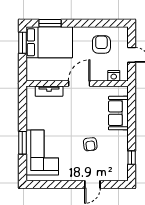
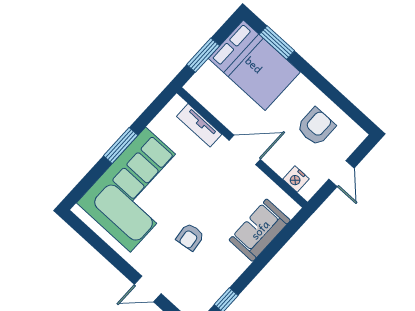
window: (22, 43) -> (203, 55), moved
window: (22, 143) -> (121, 145), moved
corner sofa: (42, 152) -> (138, 190), width x1.36, depth x1.36

